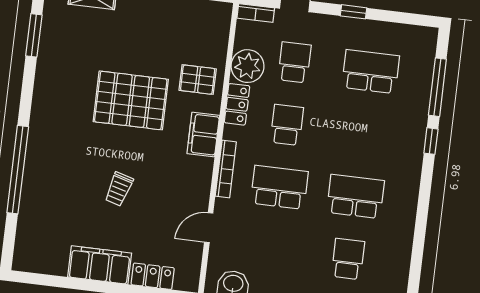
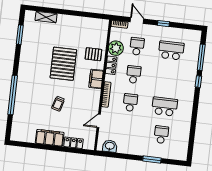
pallet: (131, 100) -> (63, 64), turned 90
school desk: (279, 187) -> (130, 103), width x0.54

